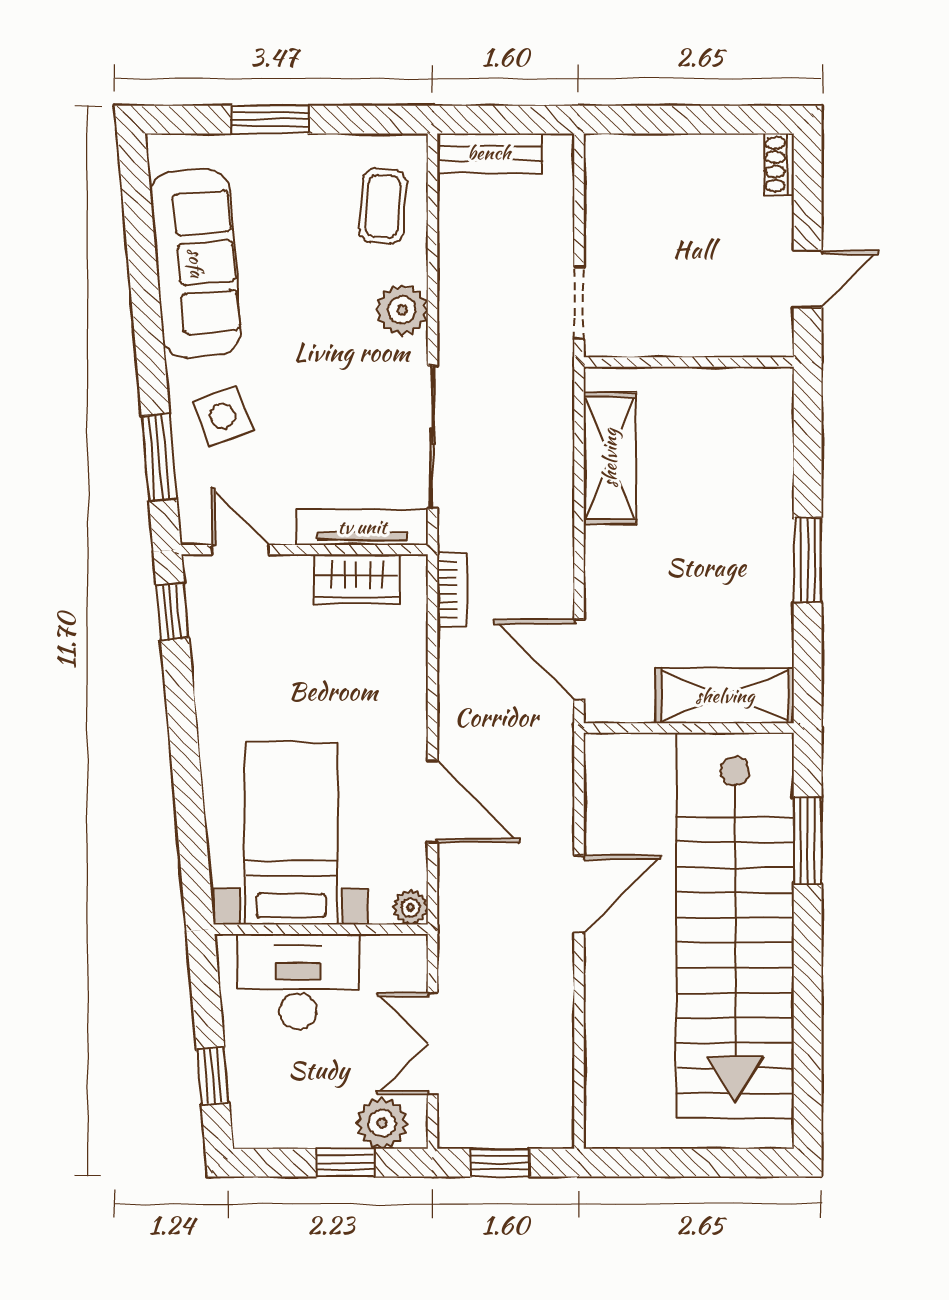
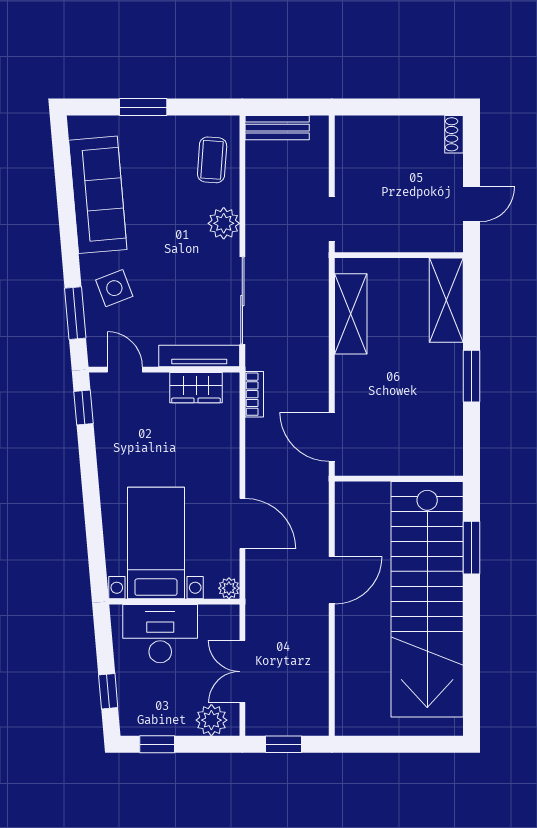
shelving: (725, 696) -> (446, 300), moved, turned 90
window: (346, 1163) -> (157, 744), moved

